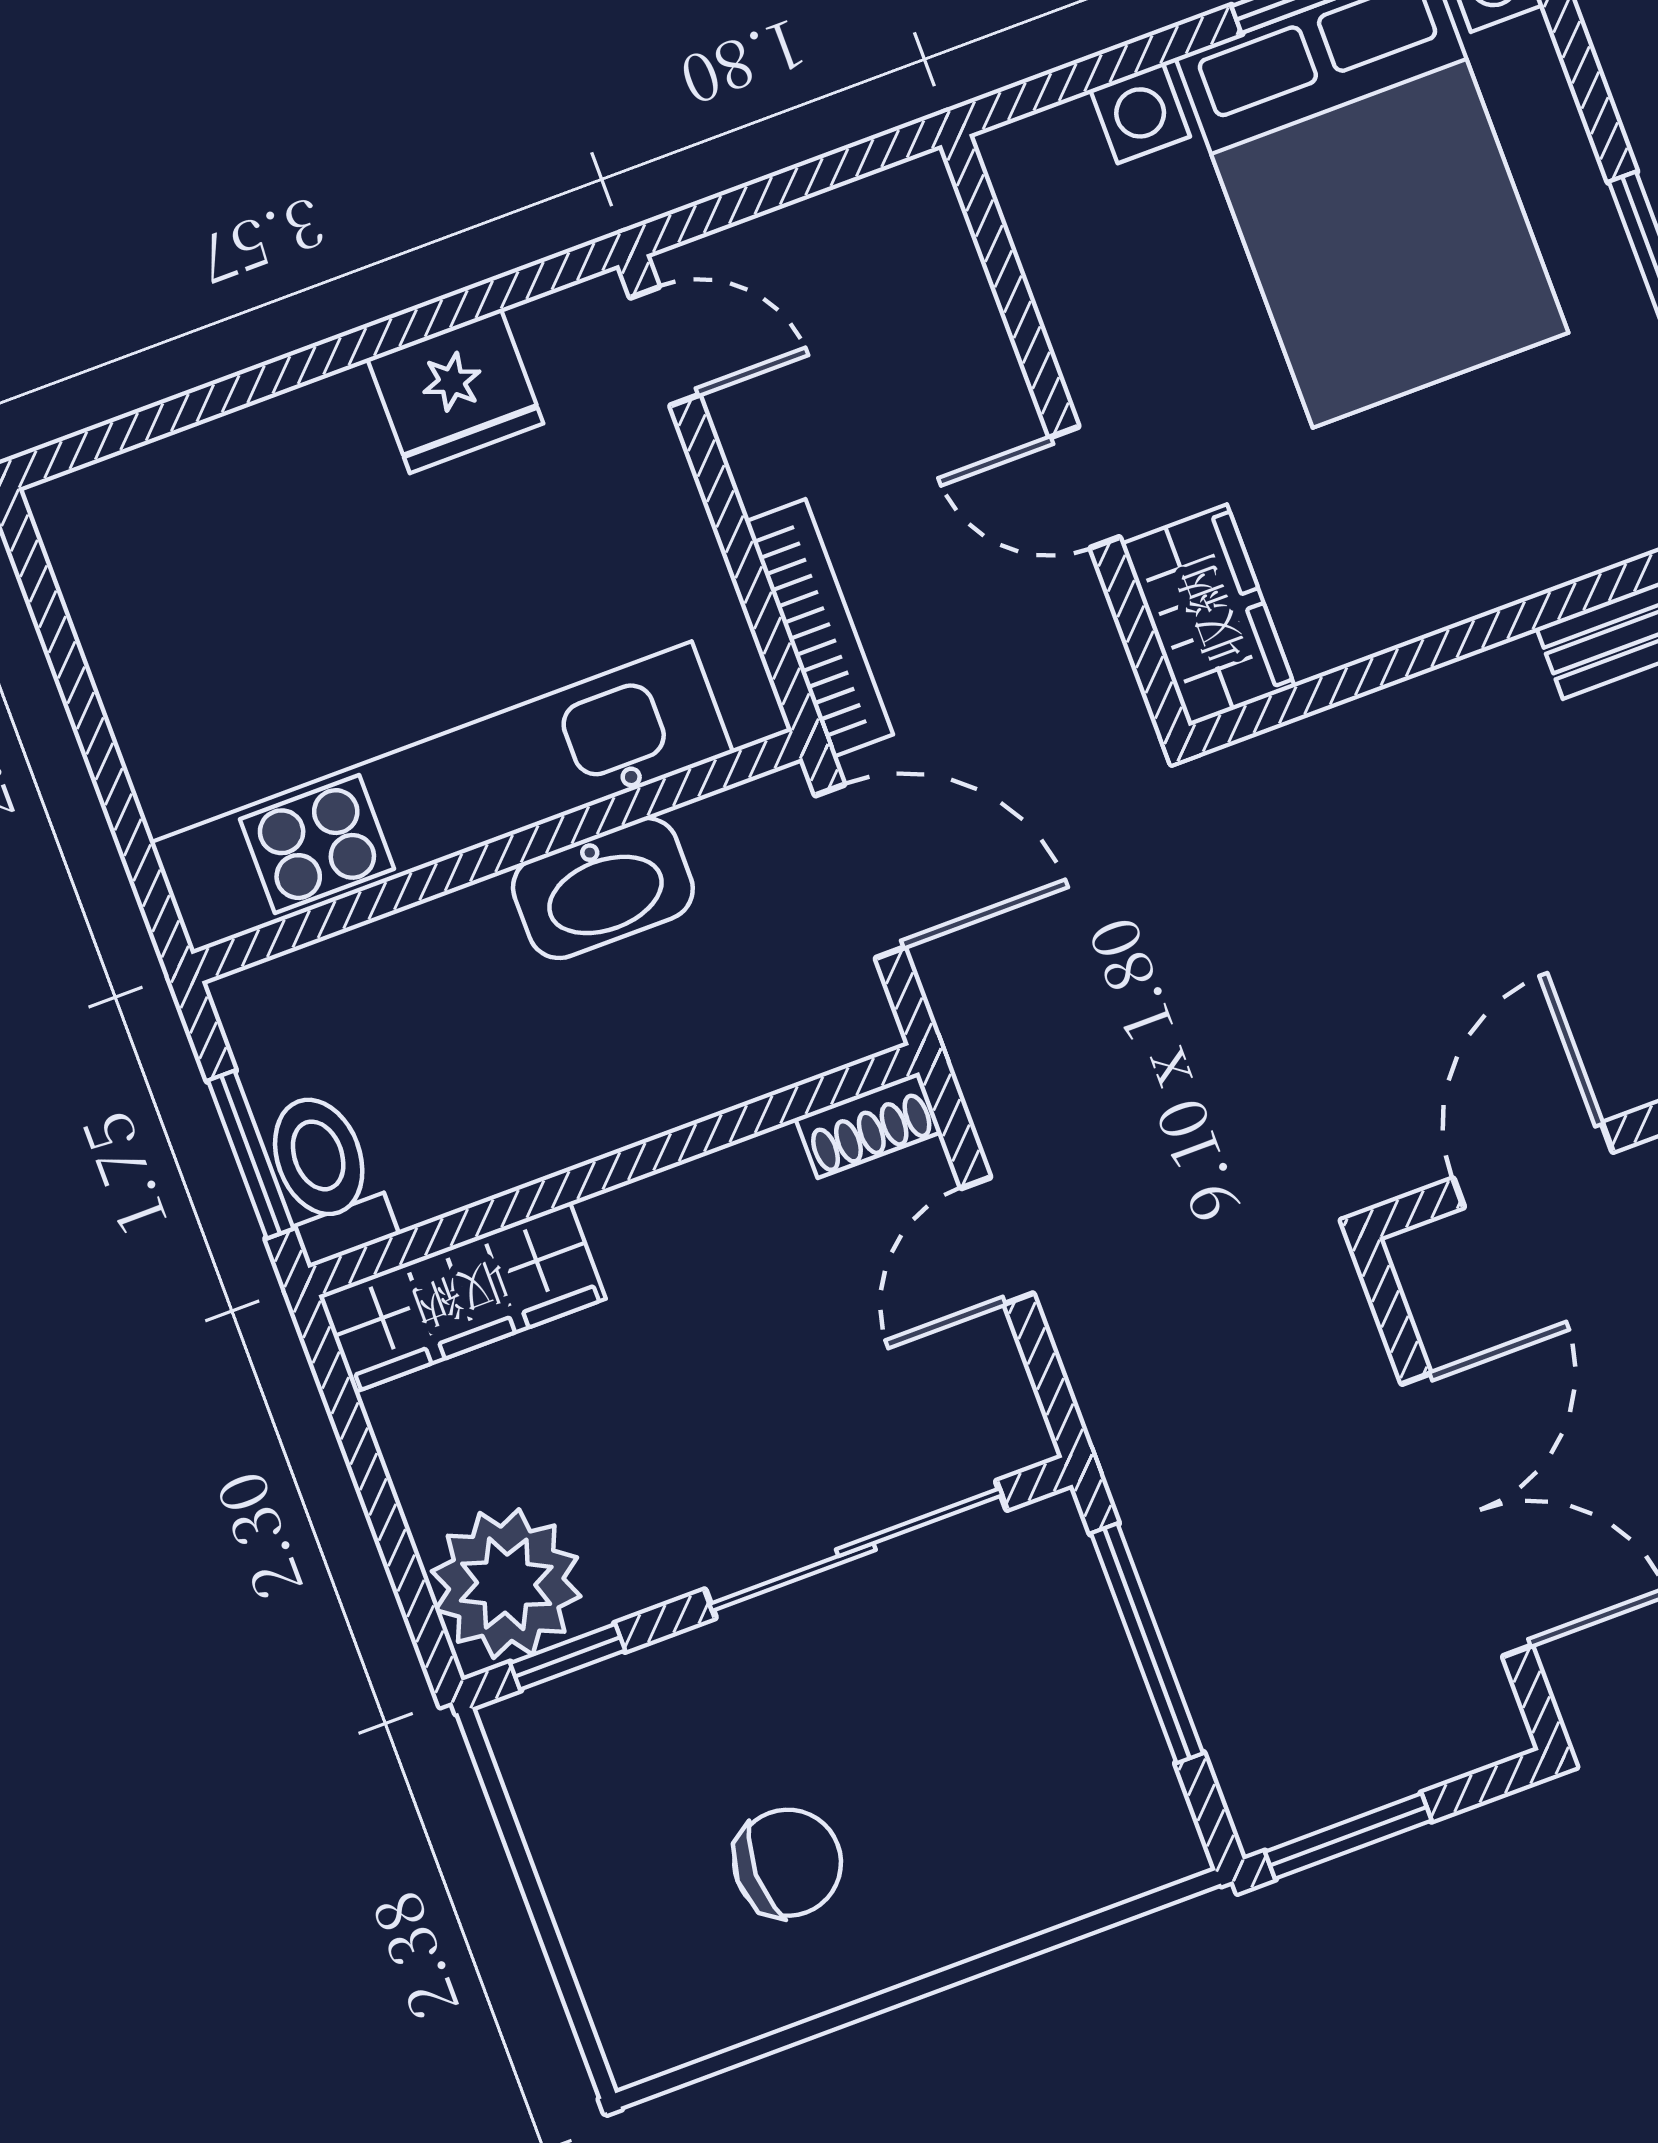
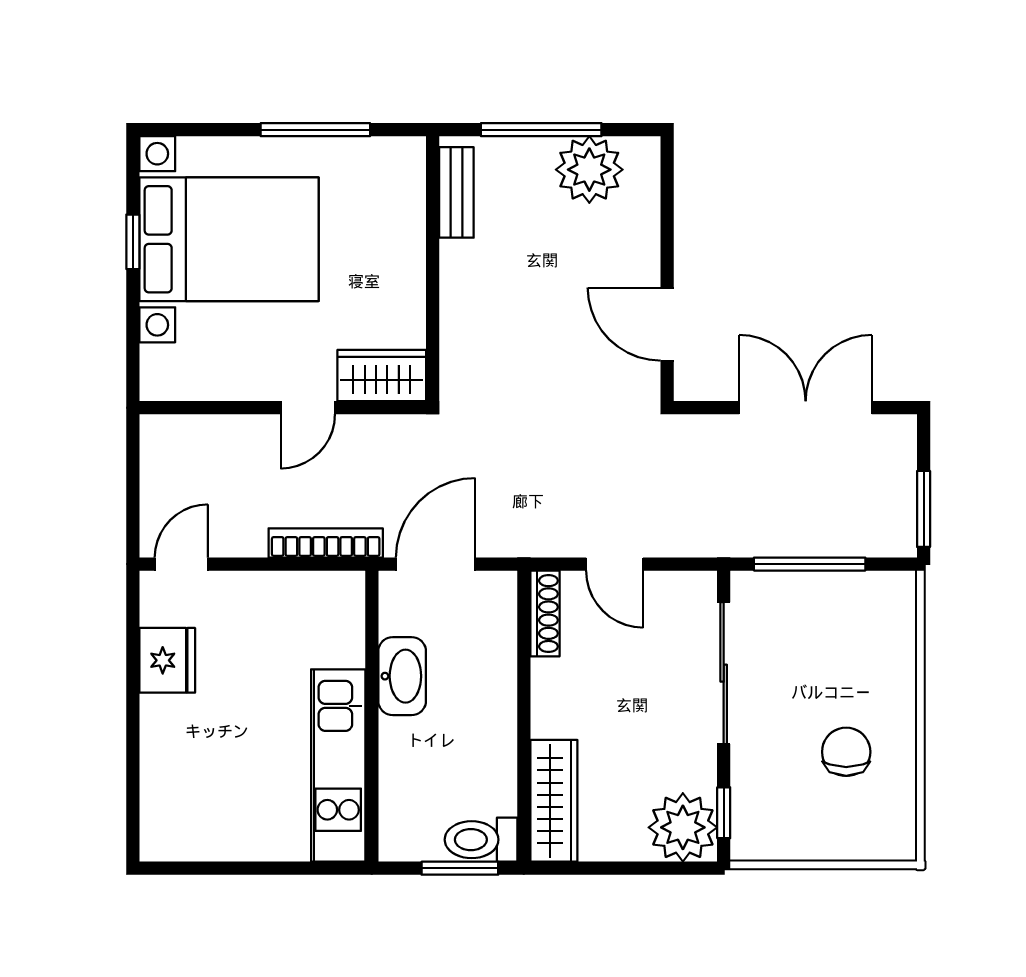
kitchen unit: (442, 798) -> (338, 765), width x0.73
shoe rack: (868, 1125) -> (545, 614), width x1.43

